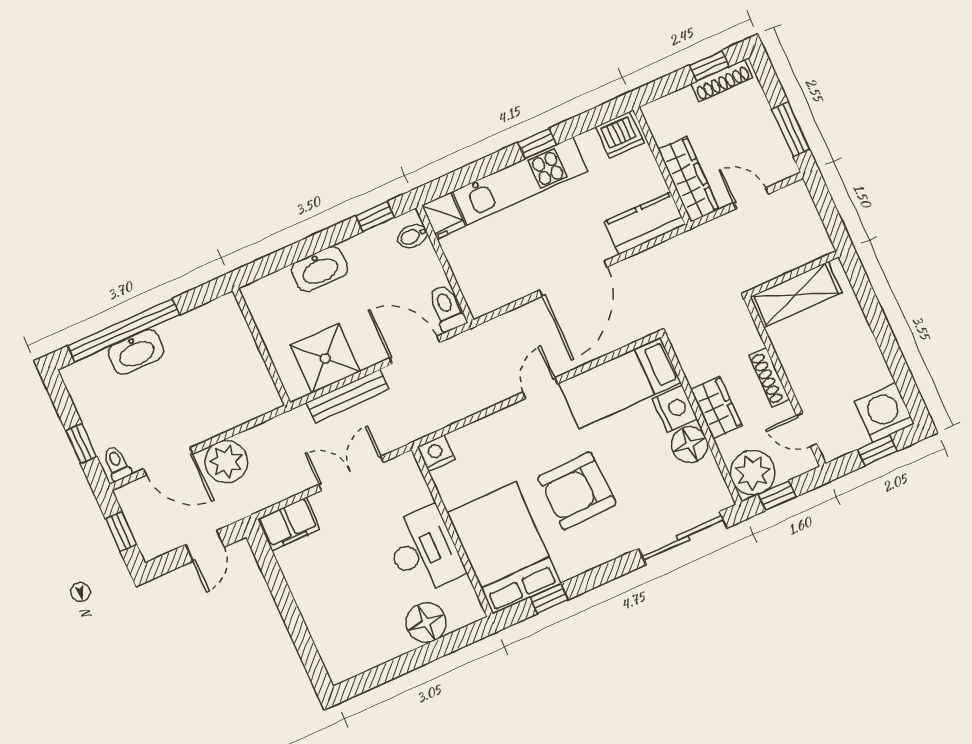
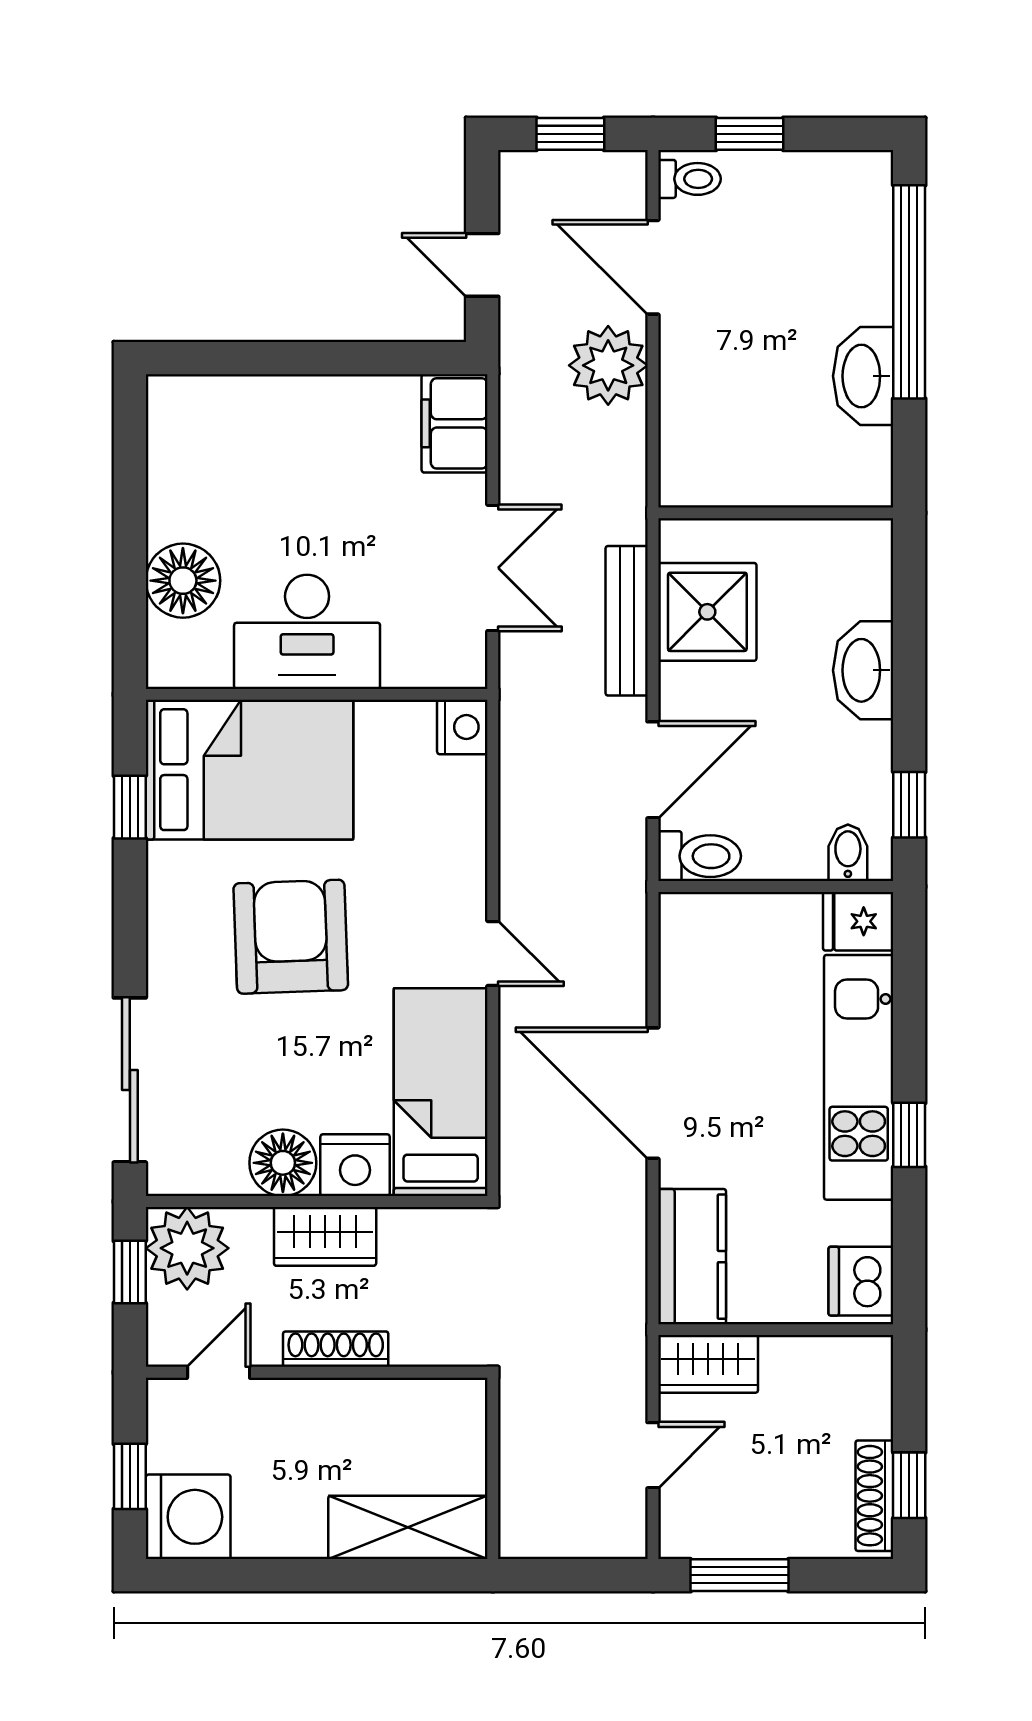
wardrobe: (688, 179) -> (708, 1364), width x0.67
shelving: (796, 295) -> (408, 1527), moved, turned 90
washbasin: (136, 352) -> (863, 376), moved
door: (168, 461) -> (653, 267), hinge flipped

